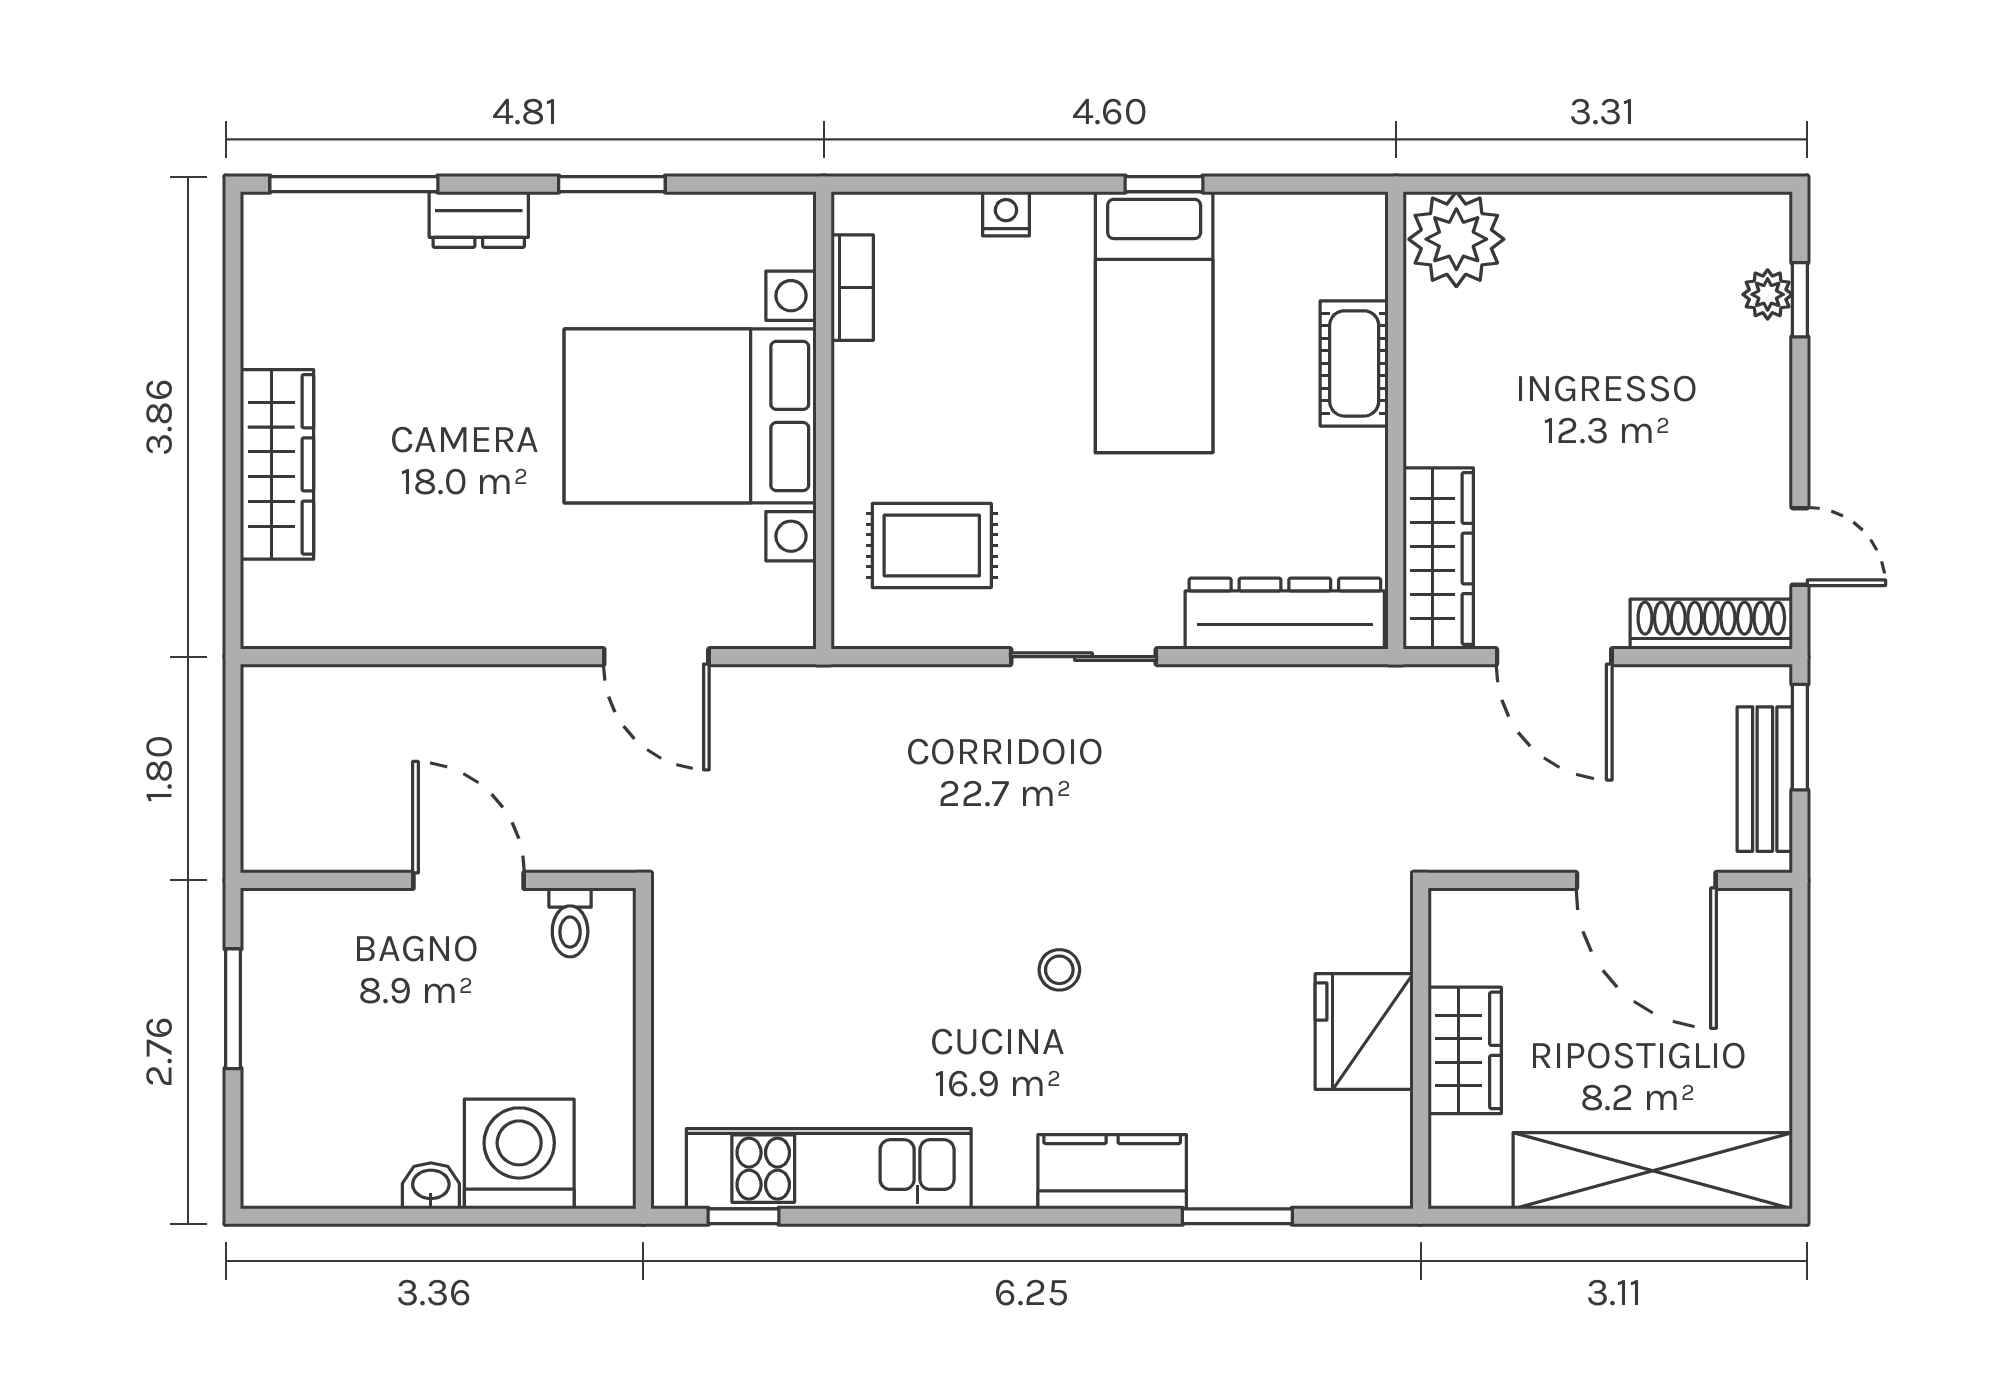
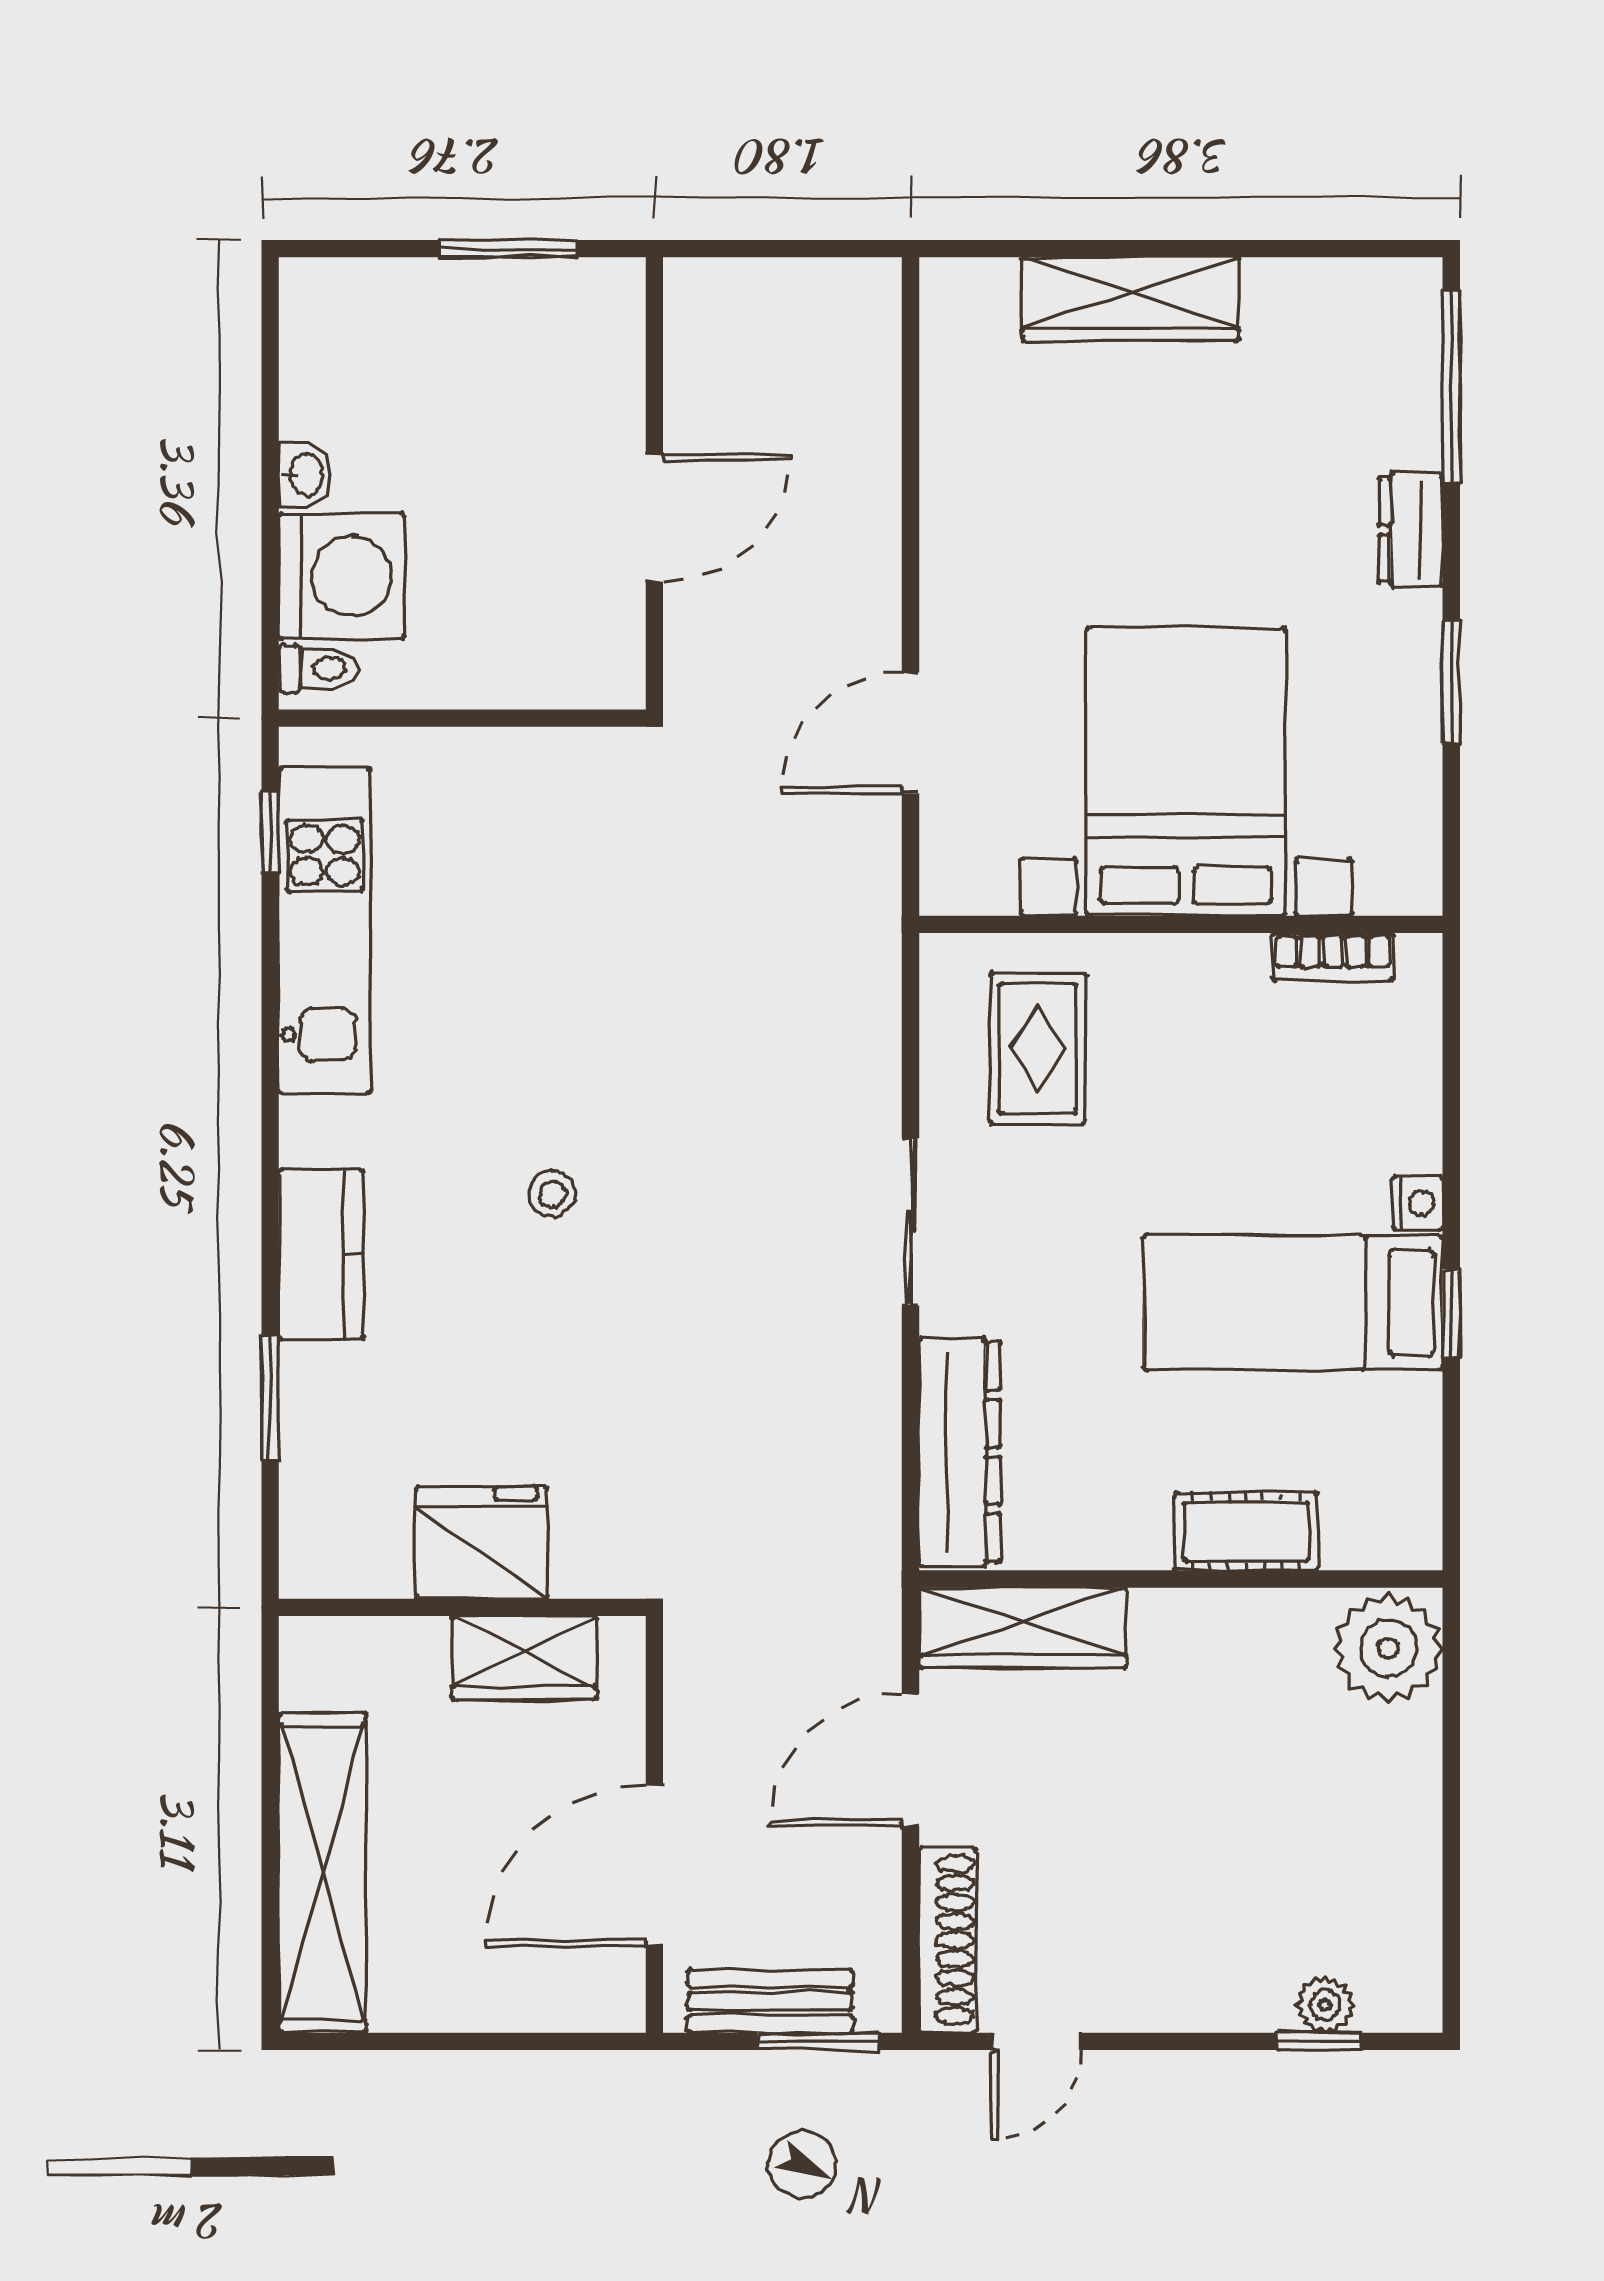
nightstand: (1006, 214) -> (1417, 1203), moved
toilet: (570, 922) -> (318, 669), moved, turned 180
wardrobe: (1465, 1050) -> (524, 1658), moved

